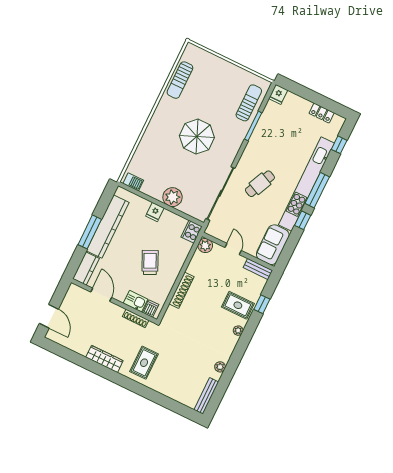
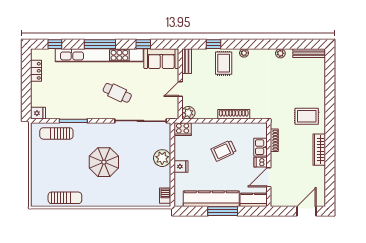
window: (303, 220) -> (143, 44), moved
dishwasher: (151, 309) -> (261, 162), moved

